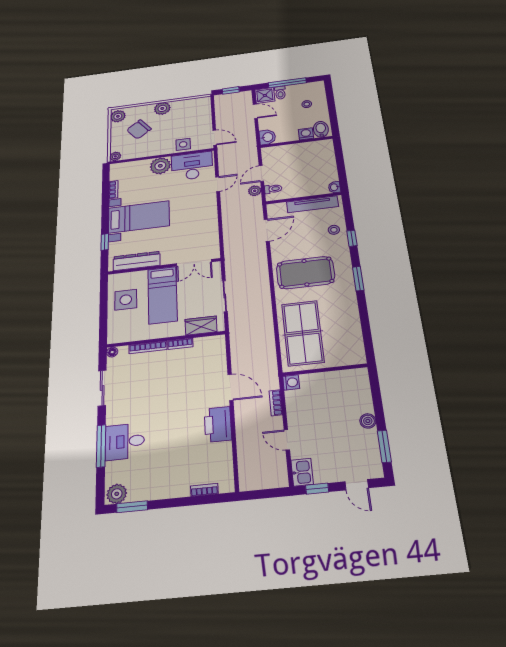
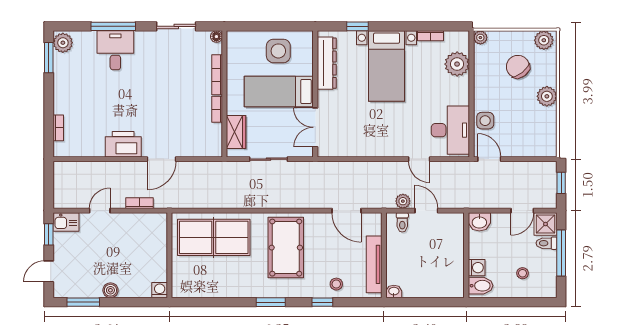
door: (215, 138) -> (489, 159), swing flipped
plant: (160, 166) -> (457, 64), moved
washing machine: (291, 382) -> (160, 290), moved, turned 180

